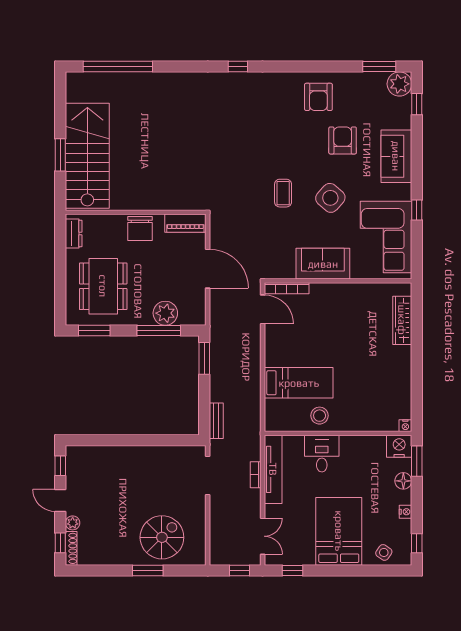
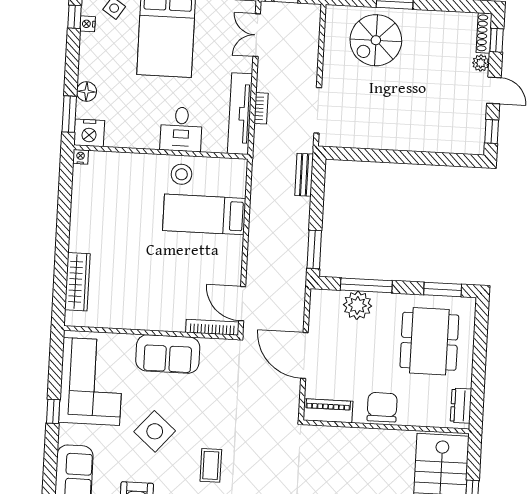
coffee table: (283, 193) -> (211, 465), moved
nightstand: (405, 512) -> (88, 24), moved

